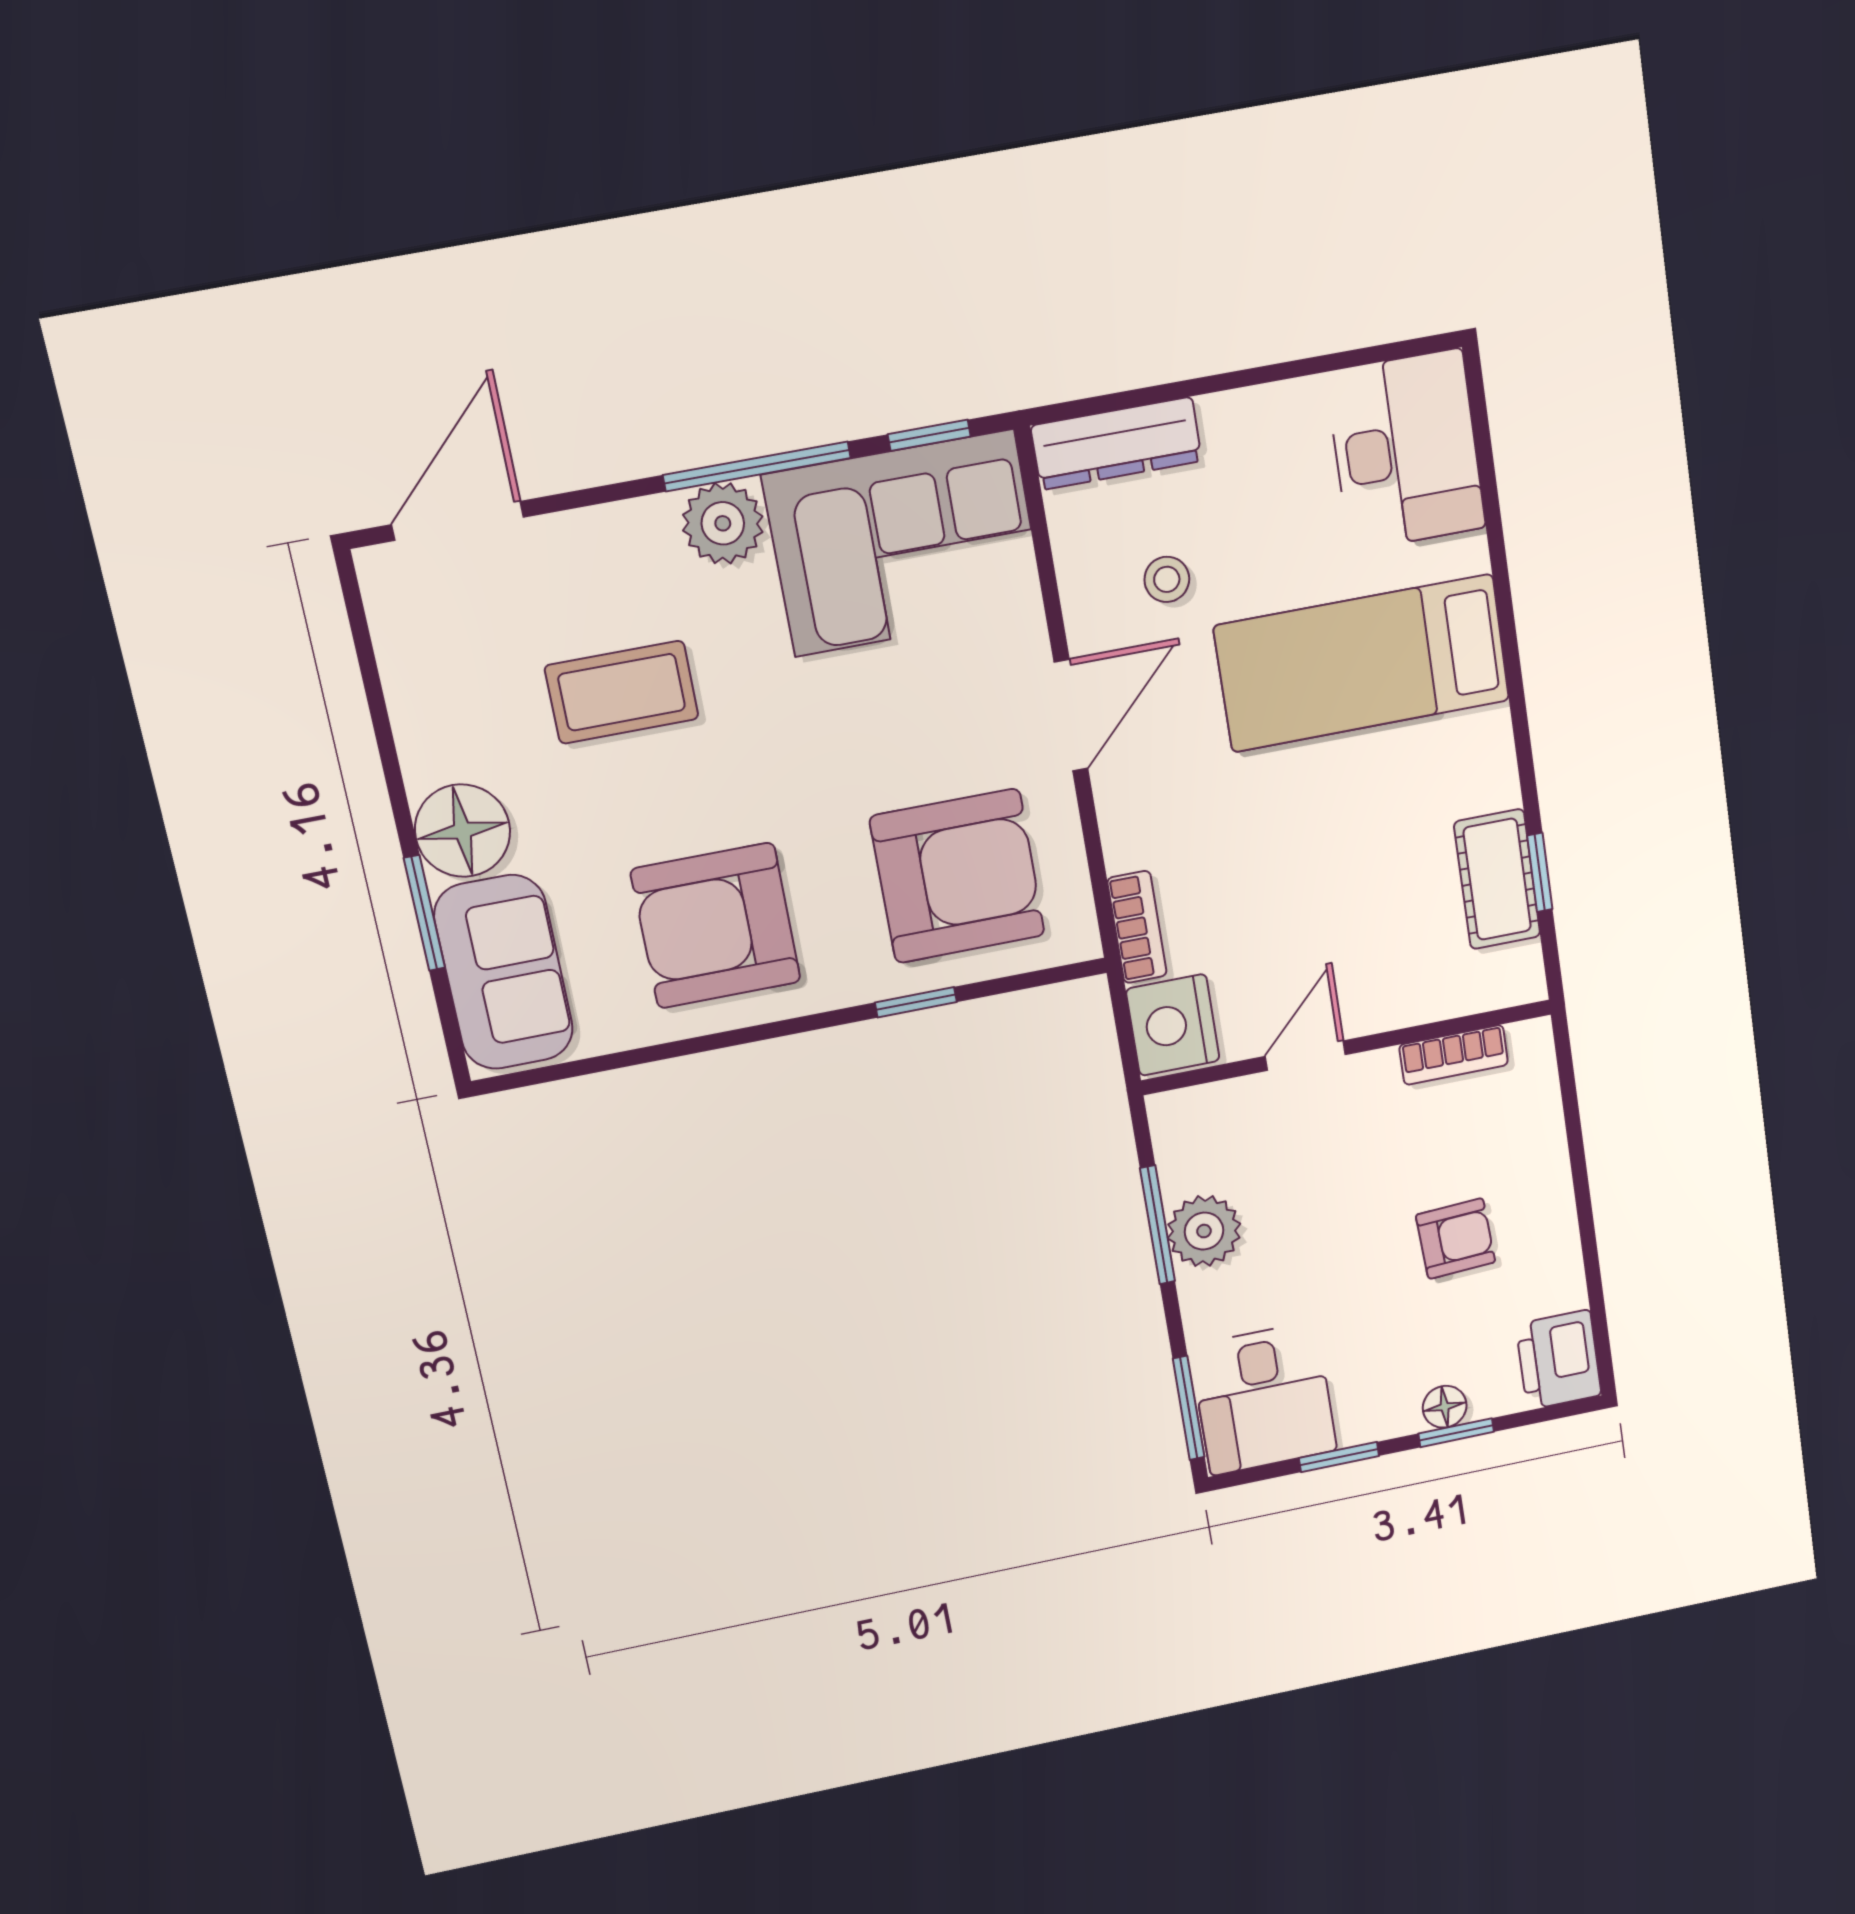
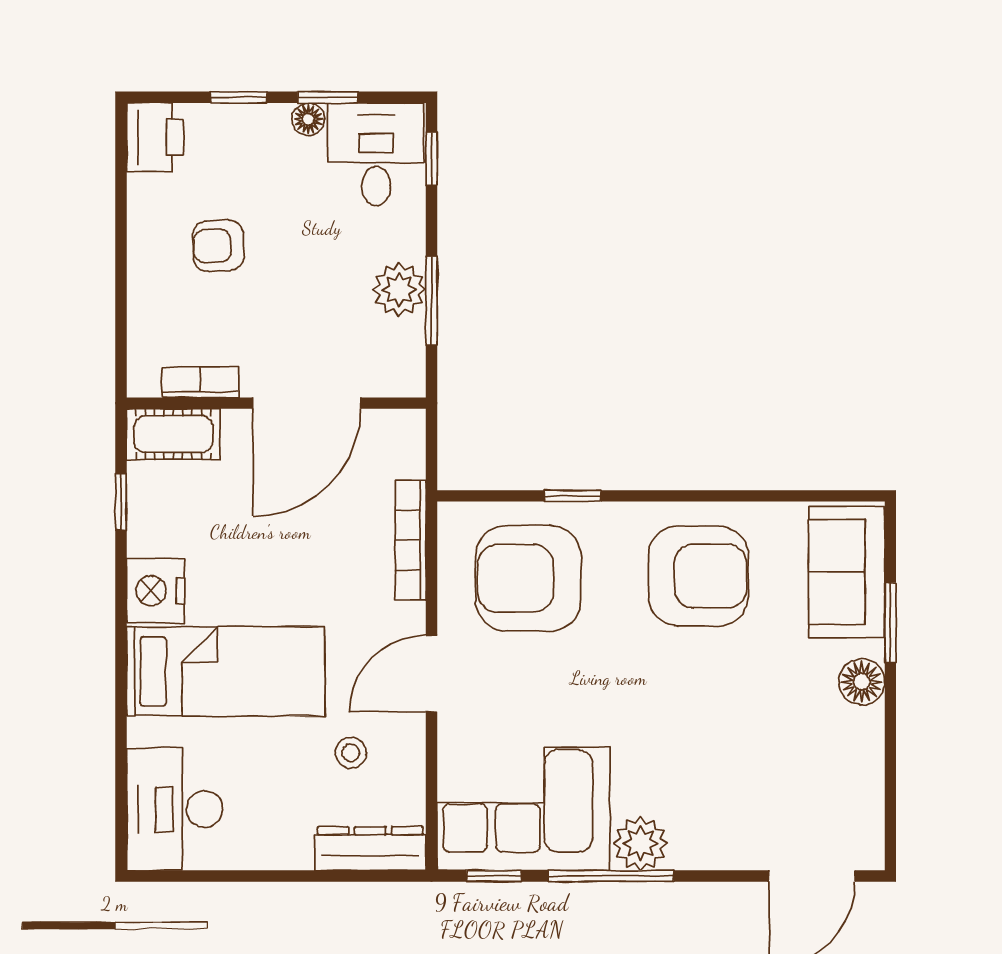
coffee table: (622, 692) -> (729, 745), removed
floor lamp: (463, 831) -> (862, 682), width x0.73, depth x0.73
cot: (1497, 879) -> (173, 434), moved, turned 90
bookcase: (1137, 927) -> (411, 540), width x1.56
nightstand: (1173, 1025) -> (156, 591), moved, turned 180
door: (1305, 1056) -> (307, 403), width x1.87
floor lamp: (1445, 1407) -> (308, 119), moved
window: (1189, 1408) -> (432, 159), width x0.67

